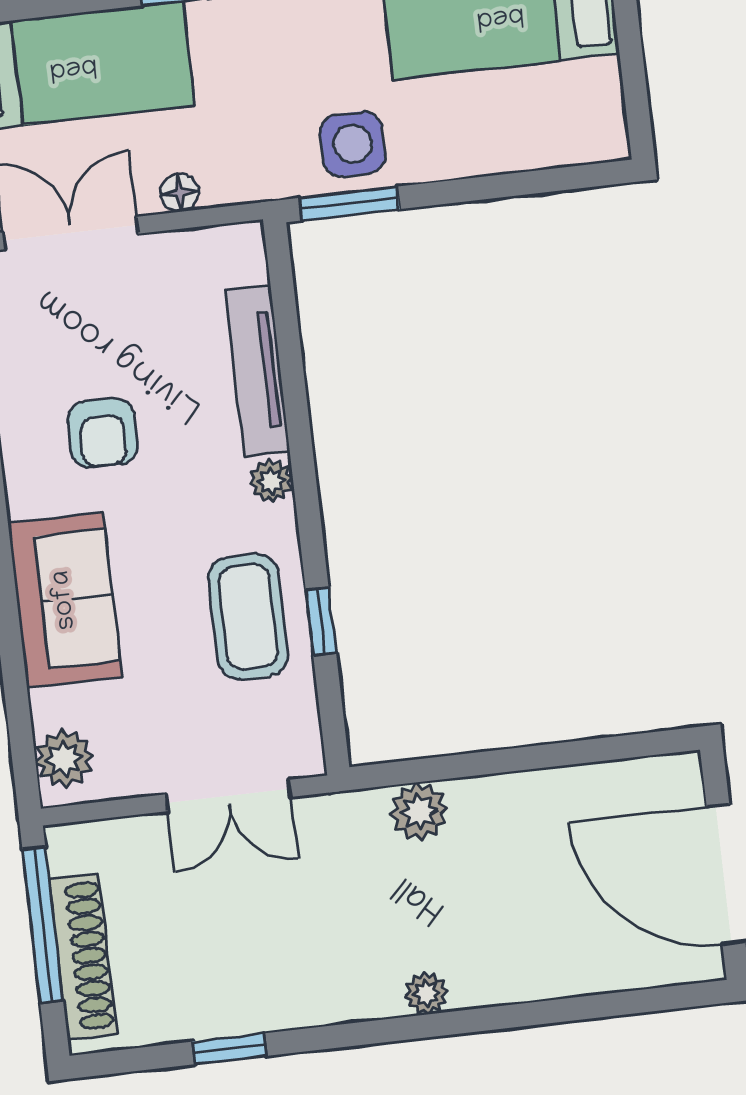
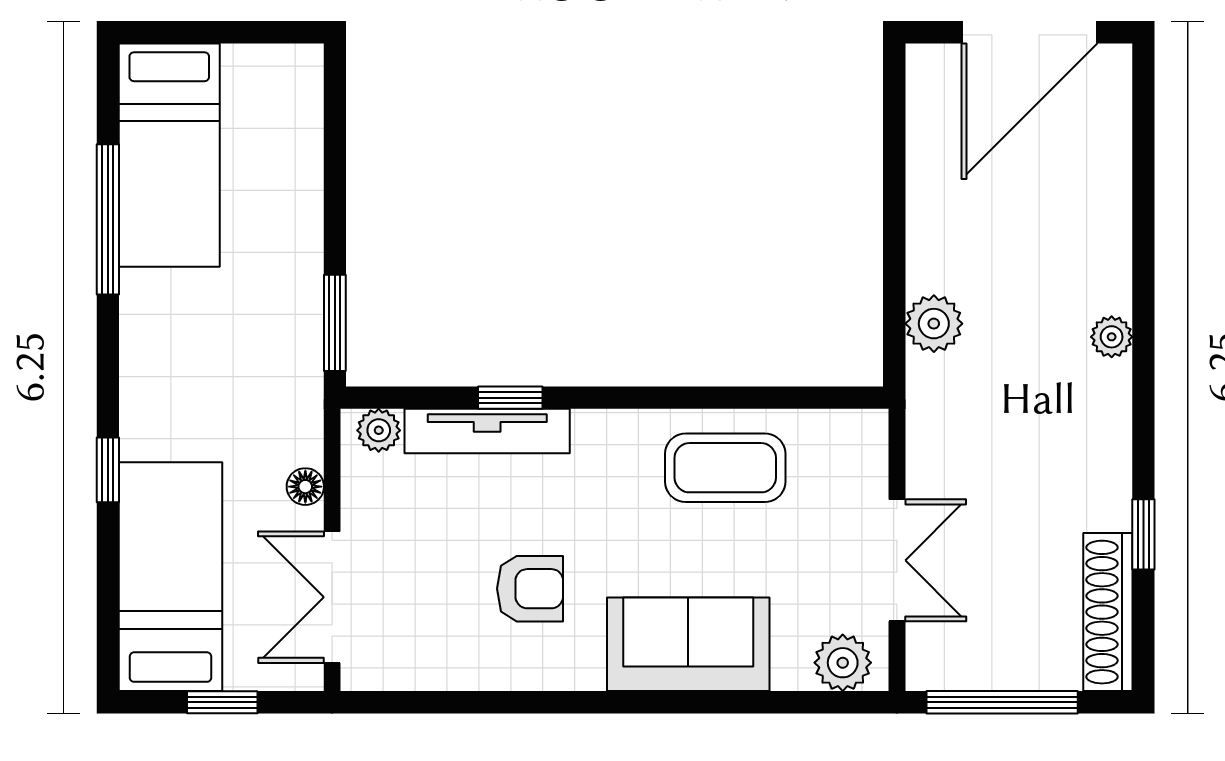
side table: (353, 144) -> (277, 313), removed
plant: (271, 481) -> (379, 430), moved
window: (321, 621) -> (510, 398), moved
double door: (228, 796) -> (897, 560), moved
shoe rack: (83, 956) -> (1108, 612), moved, turned -90

